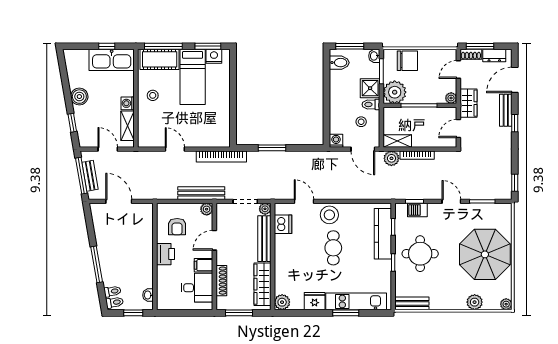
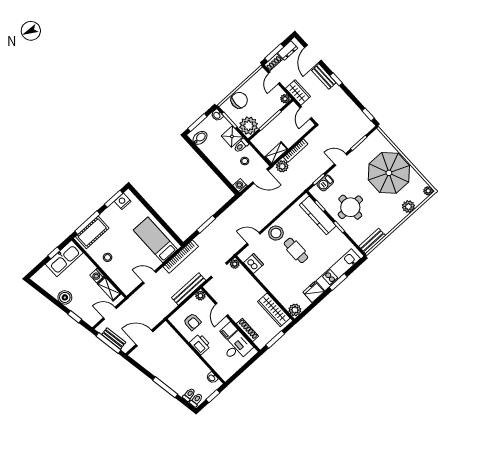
bed: (193, 77) -> (155, 240), moved, turned 180
bench: (264, 239) -> (250, 282), removed

